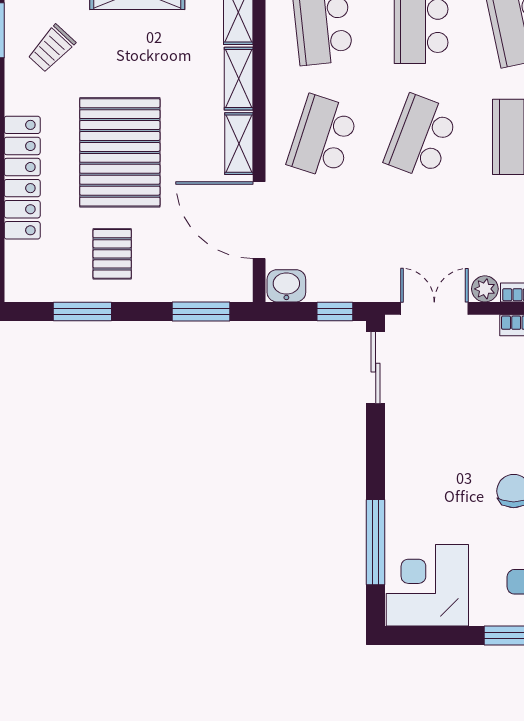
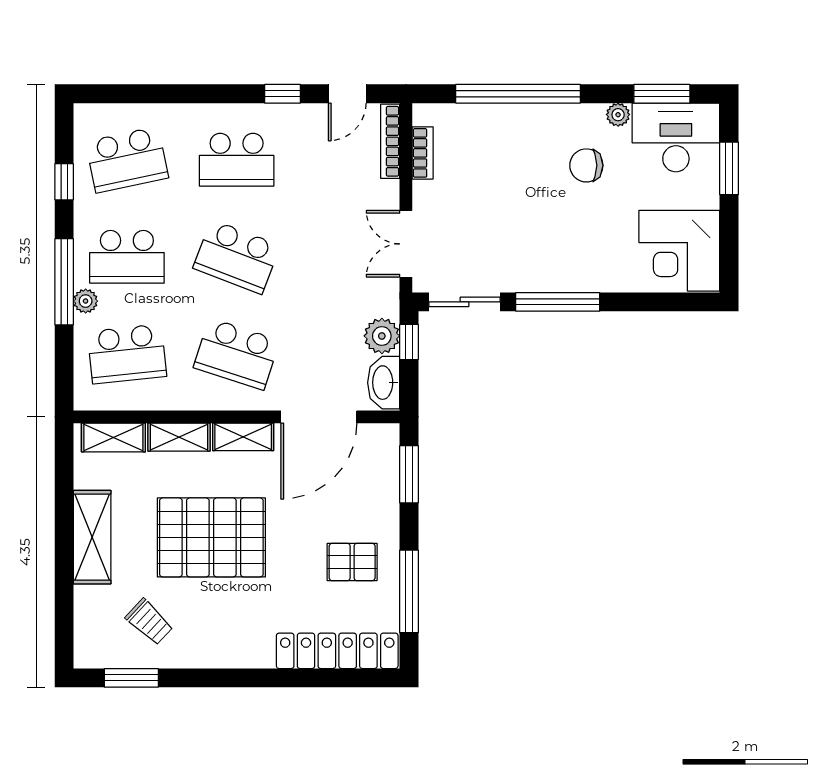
pallet: (120, 152) -> (211, 537), moved
locker: (22, 178) -> (337, 651), moved
washbasin: (286, 286) -> (384, 383), width x1.38
plant: (485, 289) -> (382, 336), moved, width x1.38, depth x1.38
window: (82, 311) -> (409, 591), width x1.44
window: (376, 542) -> (558, 302), moved

